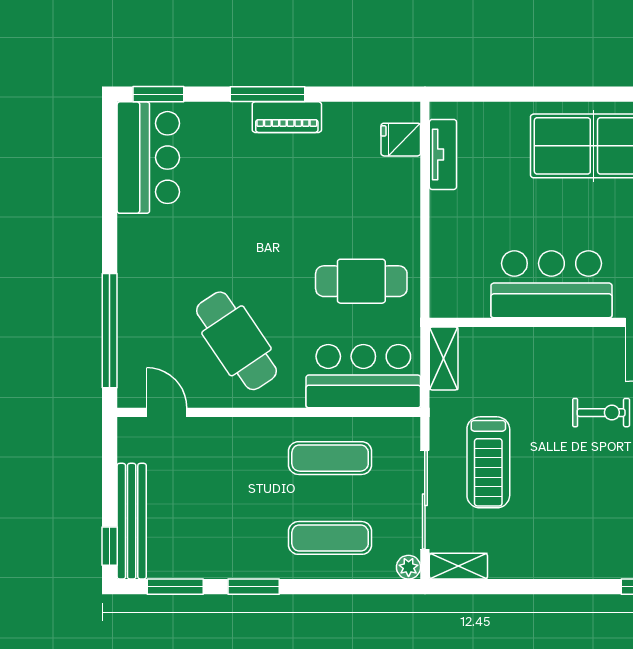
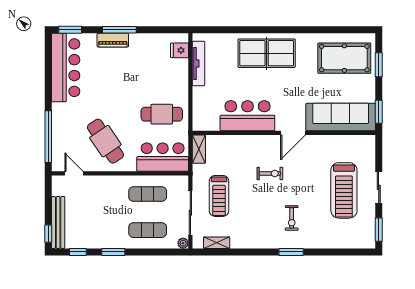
piano: (287, 117) -> (113, 40), moved
tv unit: (443, 154) -> (199, 64), width x1.41
bar counter: (148, 158) -> (66, 68), width x1.36
shelving: (458, 566) -> (217, 243), moved
window: (175, 587) -> (78, 252), width x0.67

